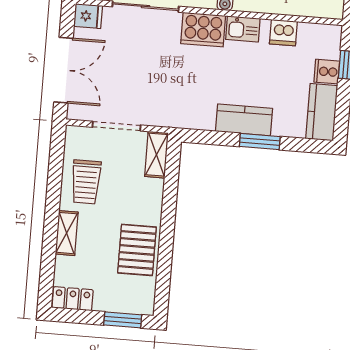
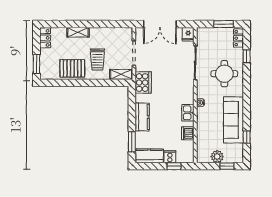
cooker: (203, 30) -> (143, 83), moved, turned 180
window: (260, 142) -> (132, 142), moved
trolley: (86, 182) -> (97, 59), moved, turned -90

